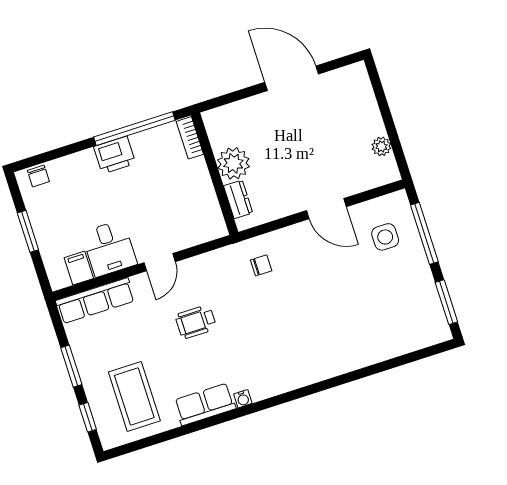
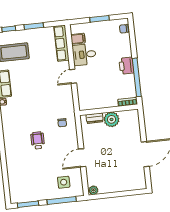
plant: (381, 146) -> (93, 190), moved
door: (160, 262) -> (73, 76), hinge flipped
wheelchair: (196, 322) -> (38, 140), moved

